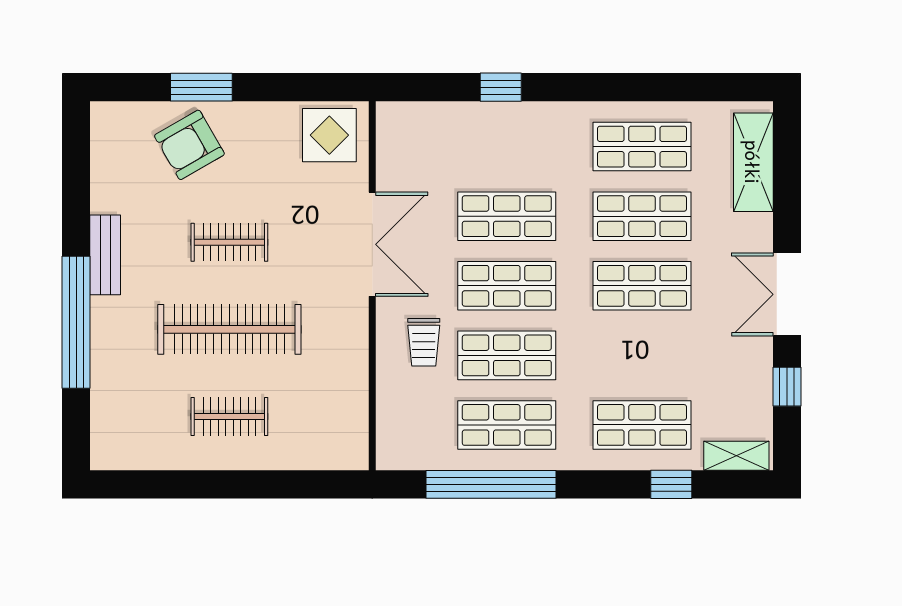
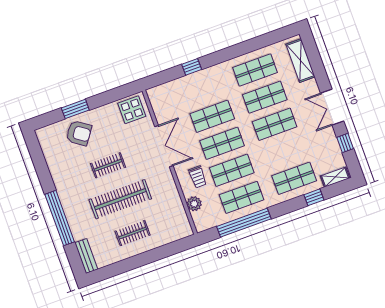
armchair: (189, 145) -> (79, 133), turned -115
bench: (105, 255) -> (86, 256), moved
plant: (394, 400) -> (194, 204), added

